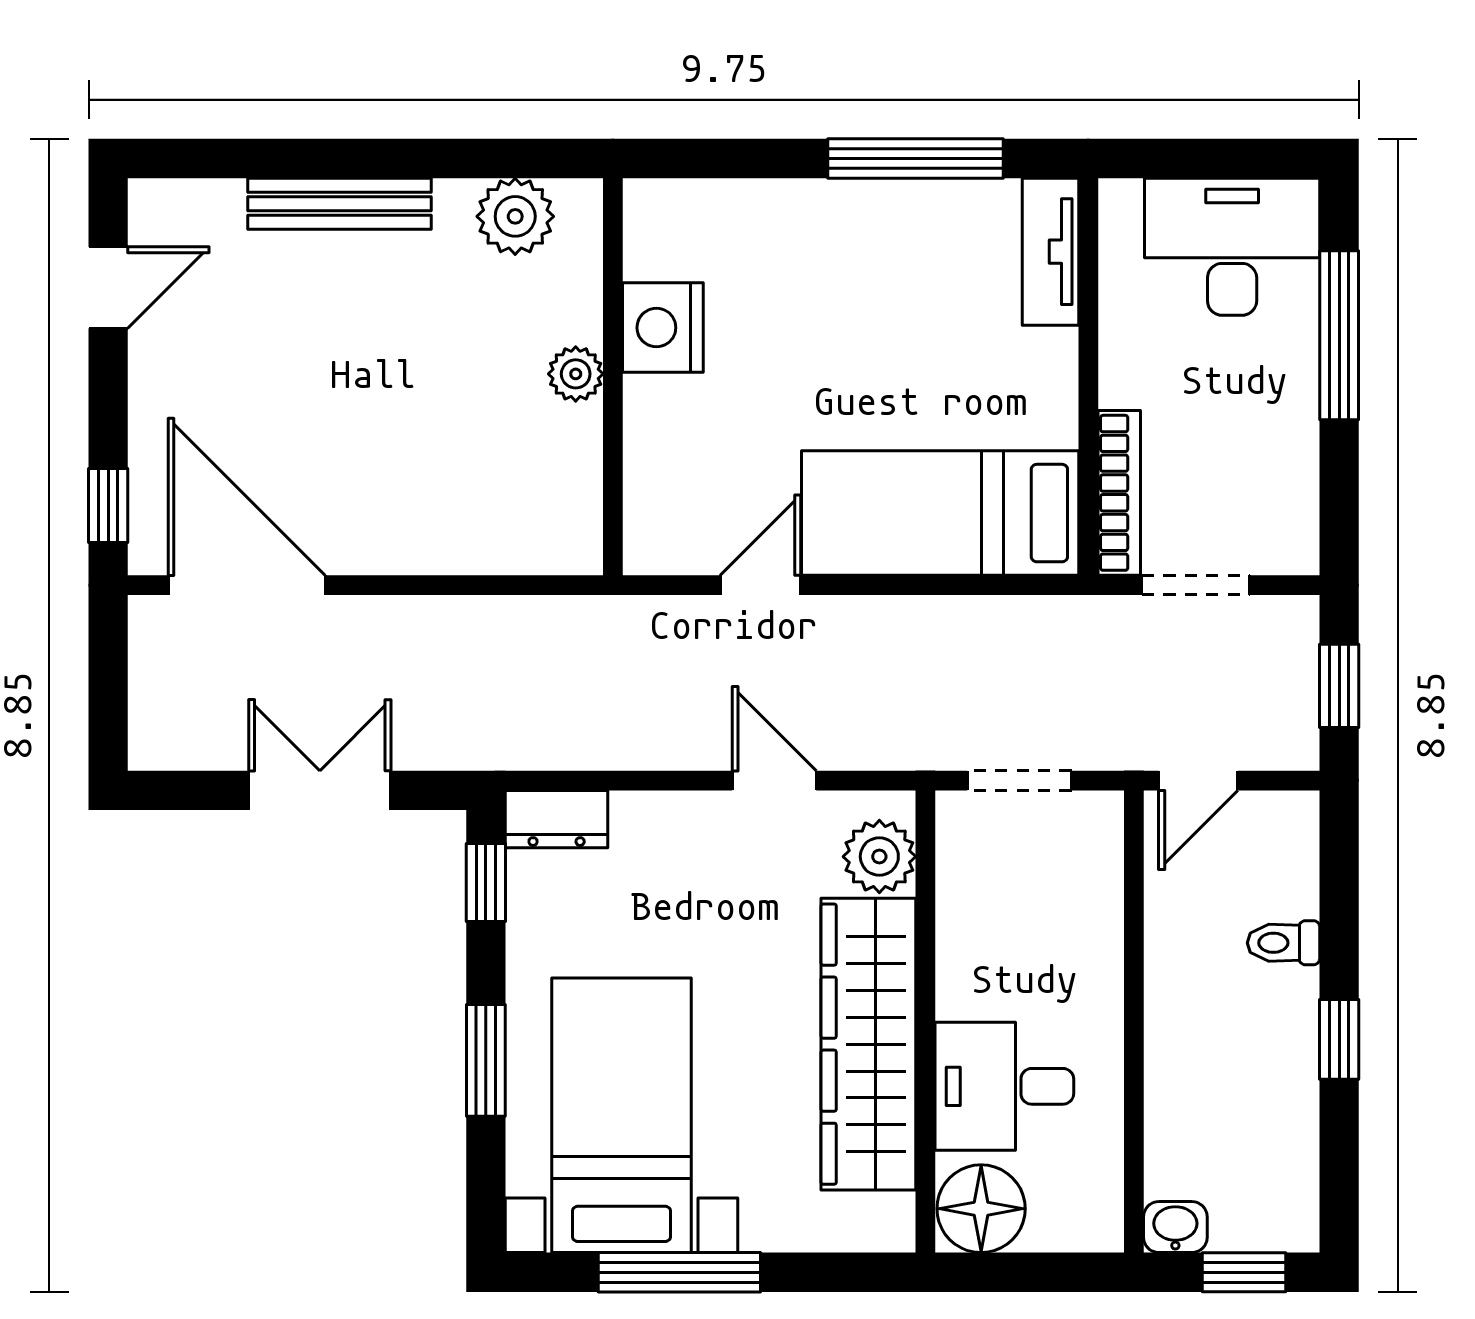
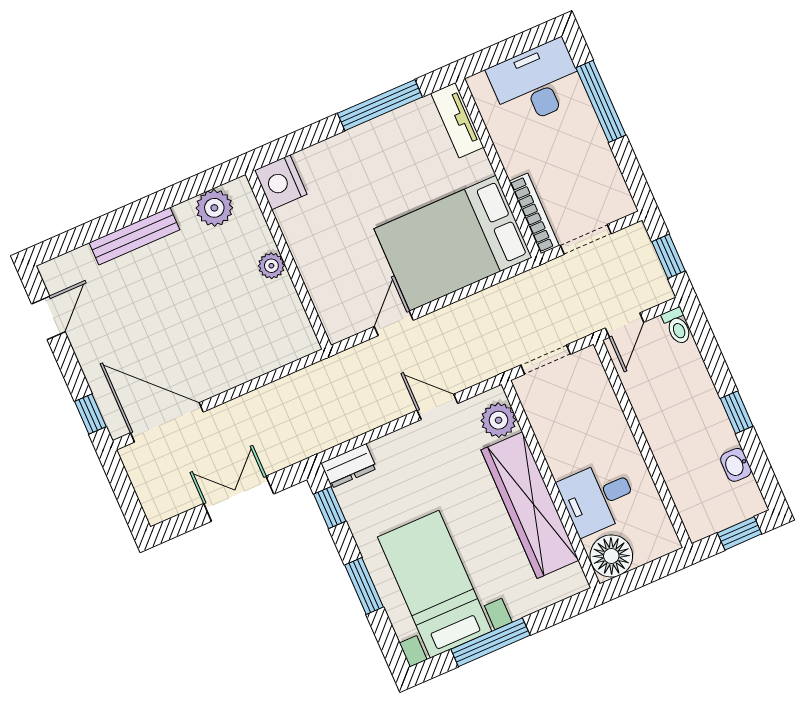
nightstand: (663, 328) -> (281, 182), moved
bed: (940, 513) -> (453, 243), width x1.50
toilet: (1283, 943) -> (677, 326), moved, turned -90
washbasin: (1175, 1227) -> (736, 465), moved, turned -90

